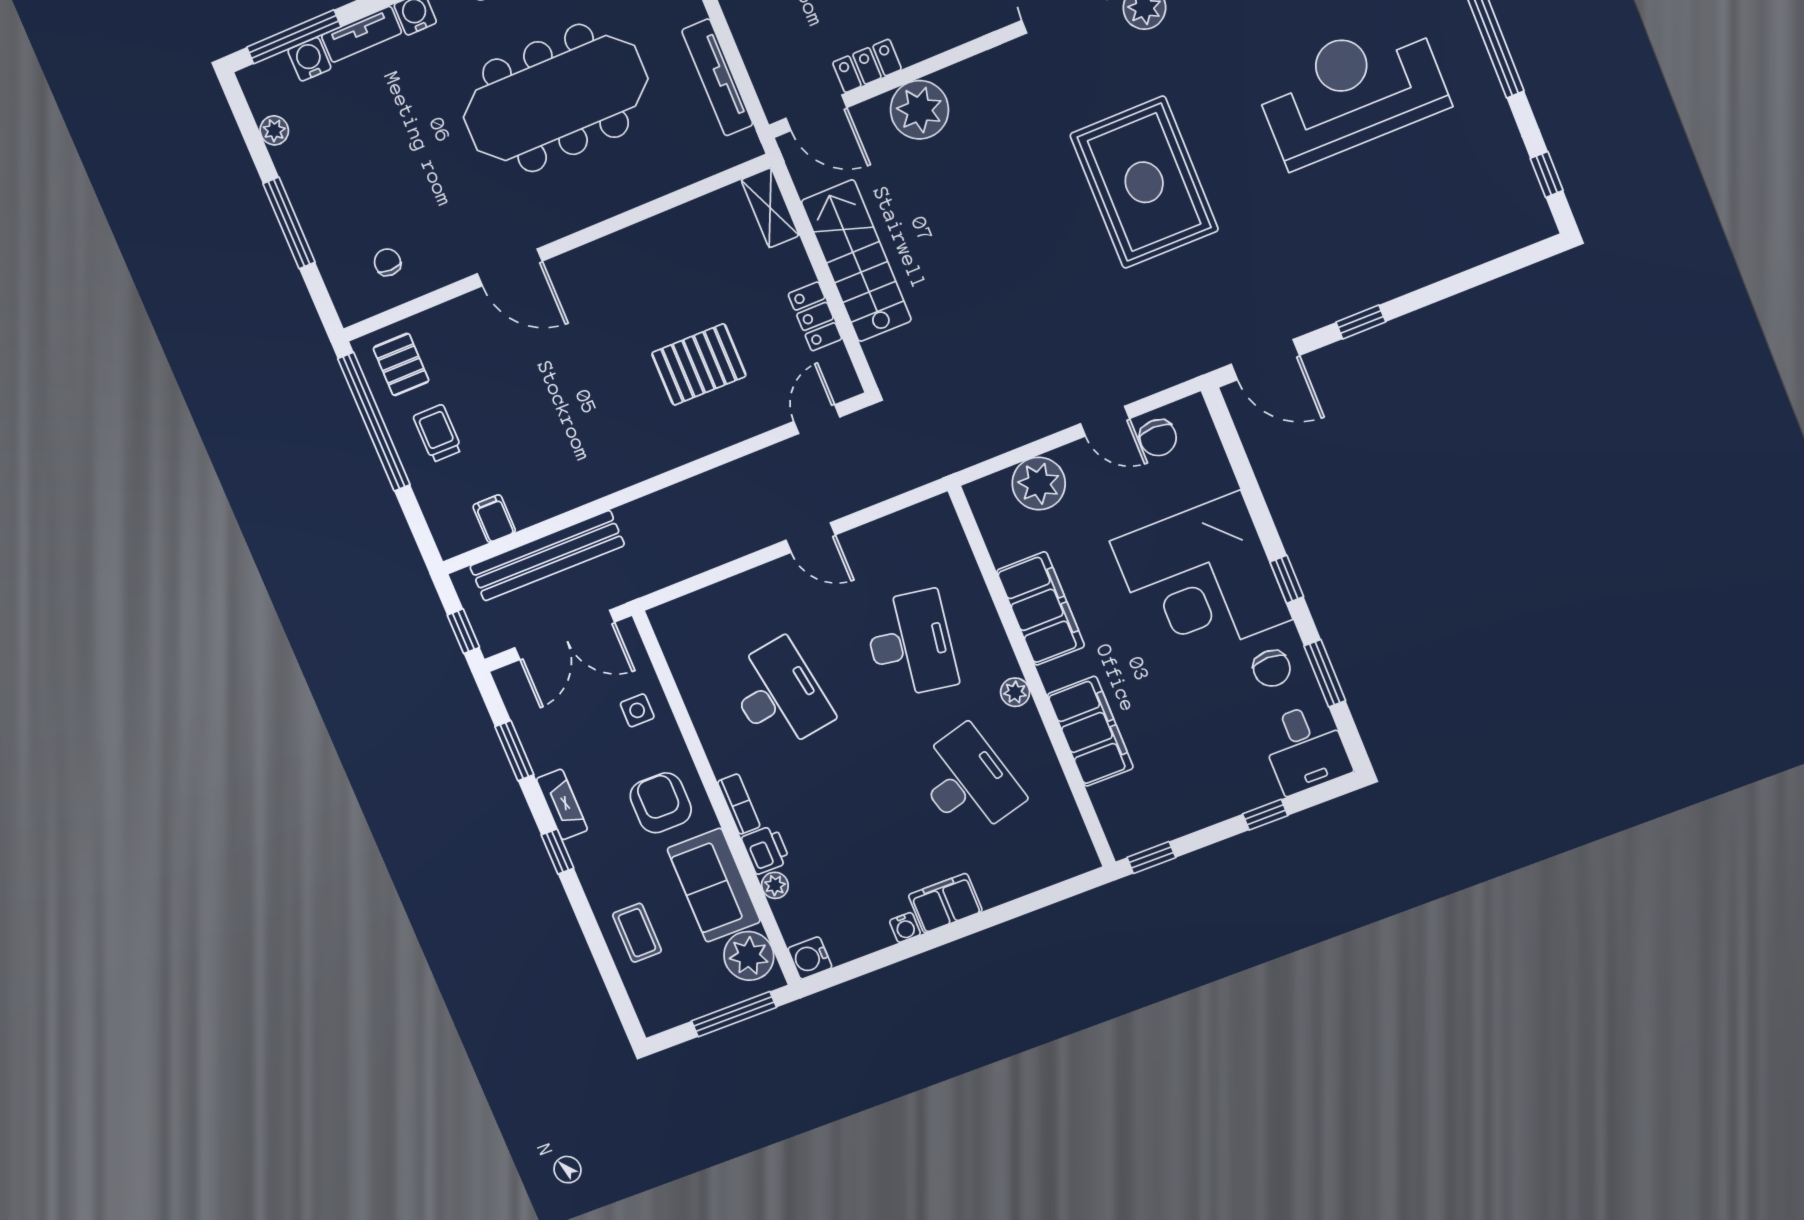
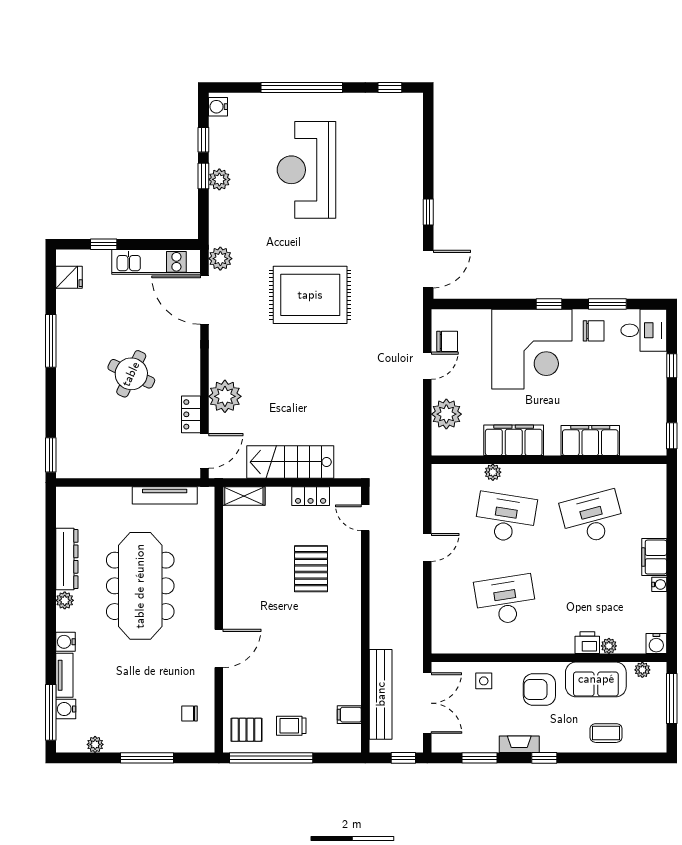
plant: (1015, 692) -> (493, 472), moved
bookcase: (739, 804) -> (557, 647), removed
plant: (749, 956) -> (642, 670), width x0.53, depth x0.53

